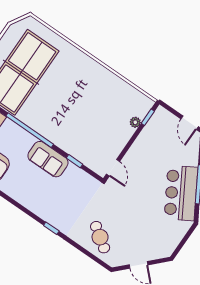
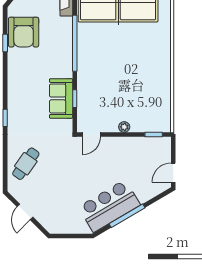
plant: (135, 122) -> (124, 127), moved
sofa: (48, 159) -> (61, 98), moved

